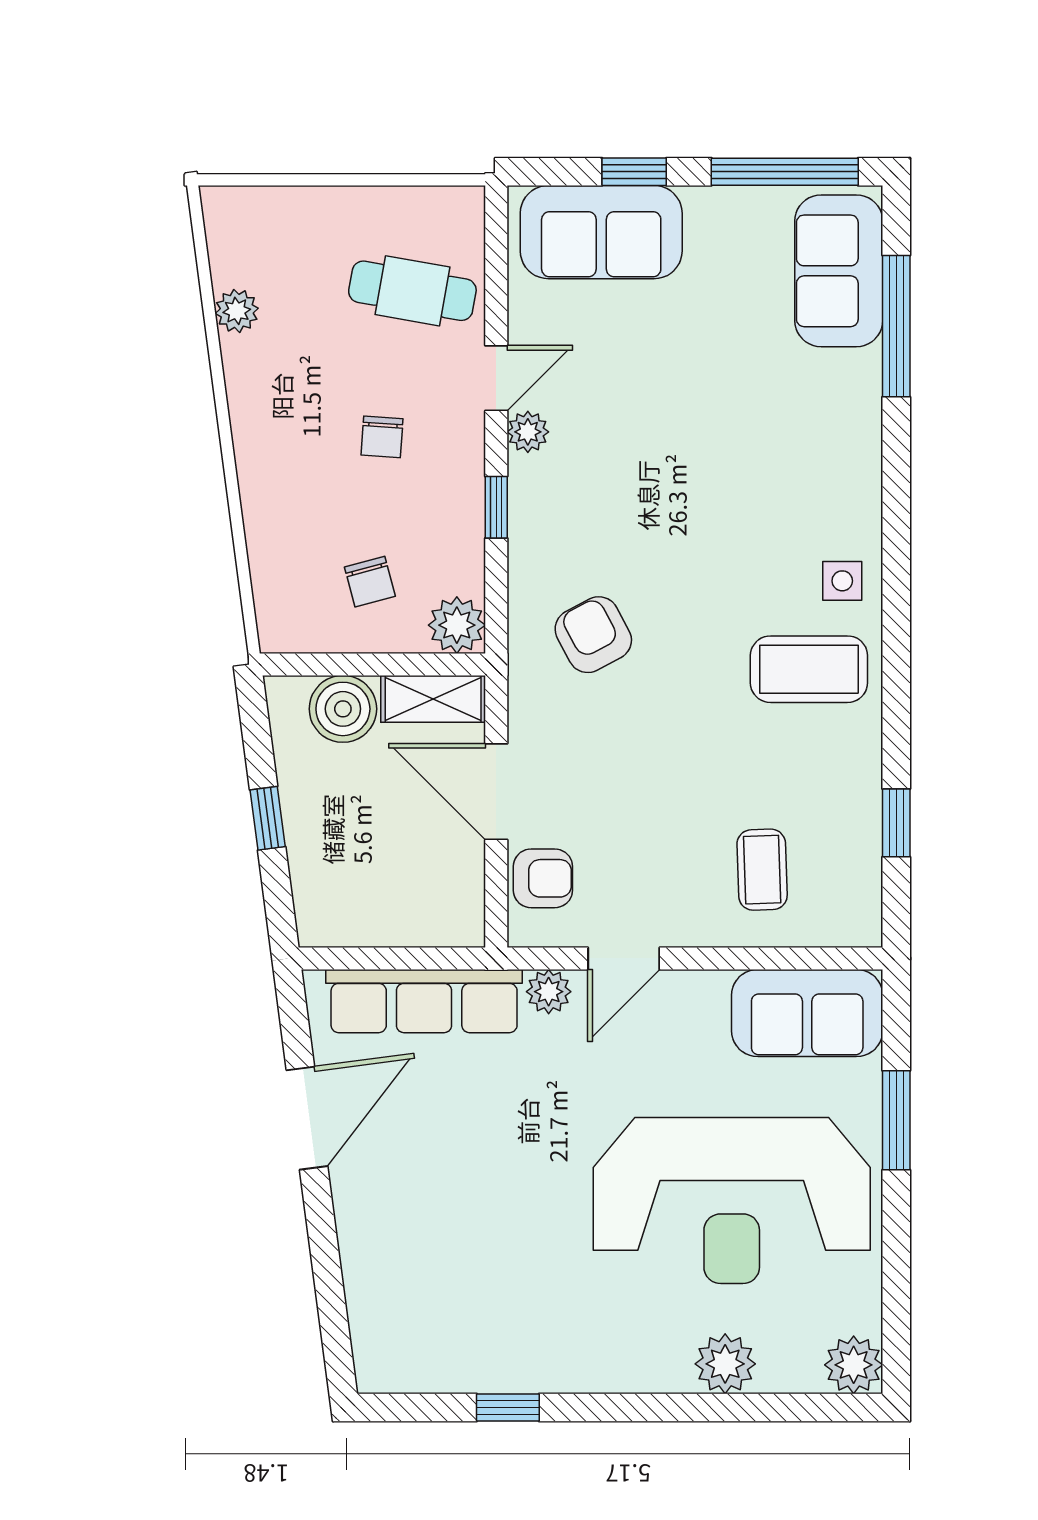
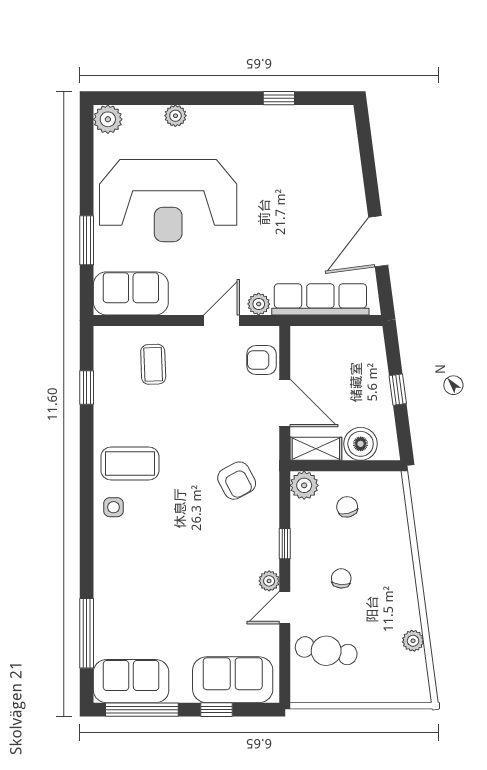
sofa: (839, 271) -> (131, 681), moved, turned -90
reception desk: (732, 1200) -> (168, 201), turned 180
plant: (725, 1364) -> (175, 116), width x0.73, depth x0.73

